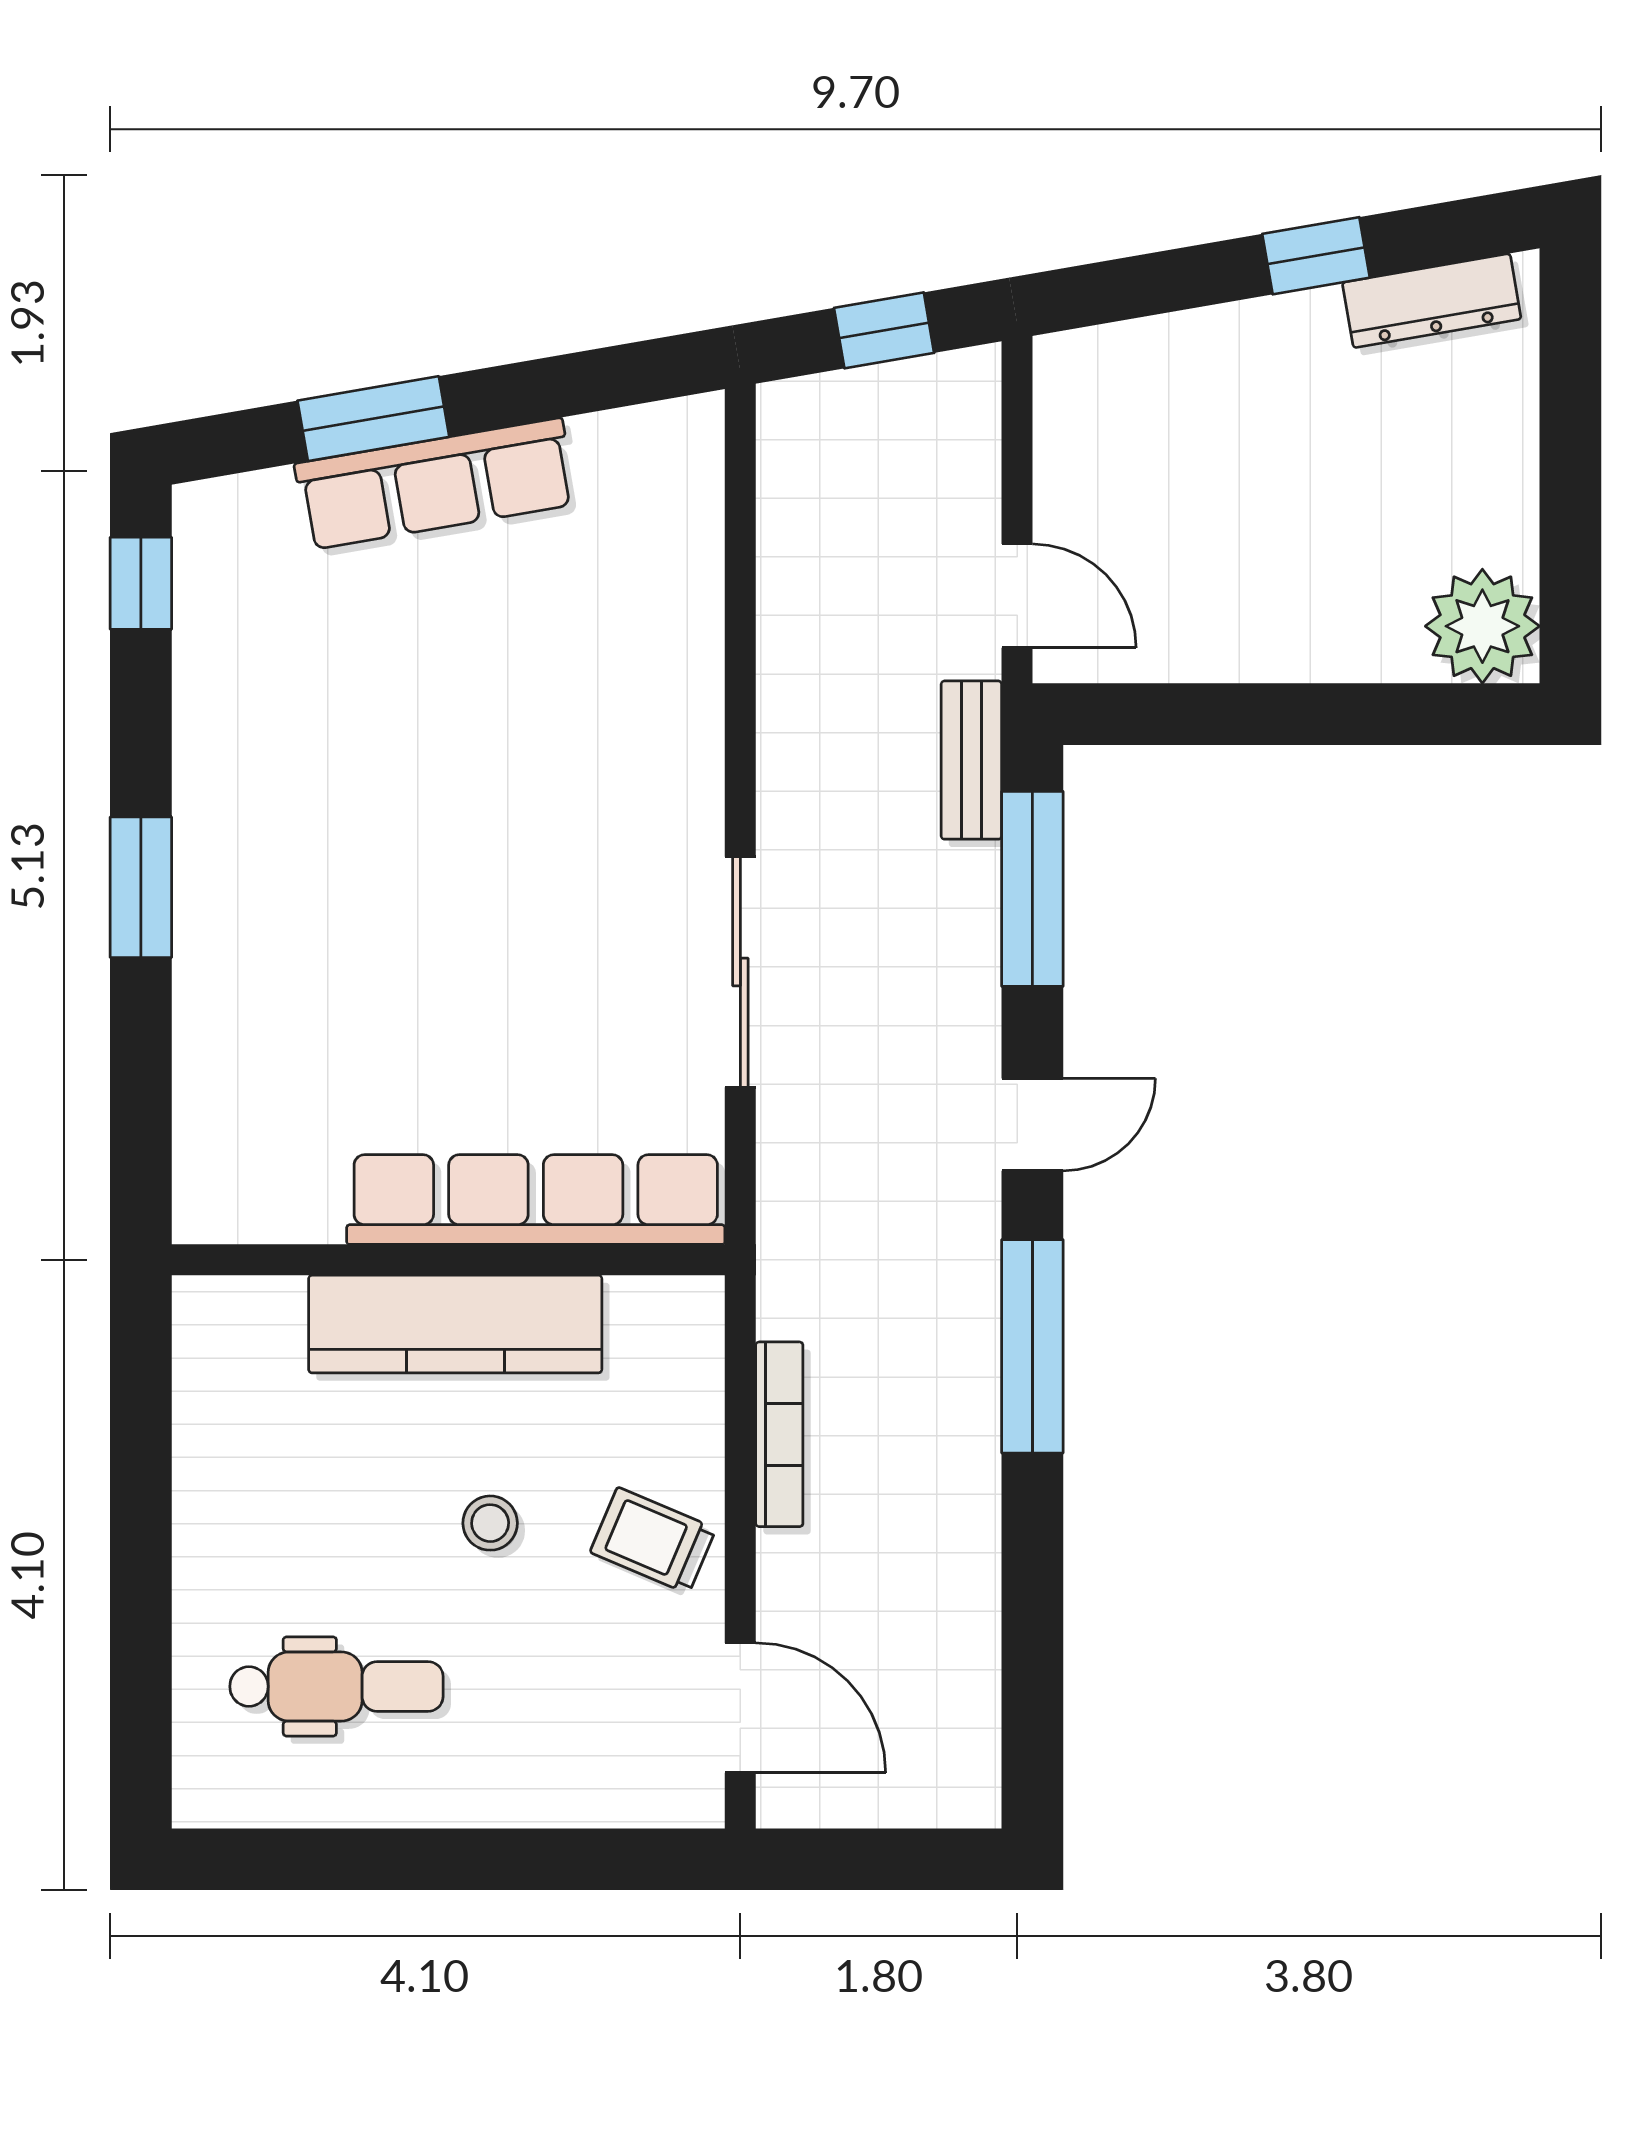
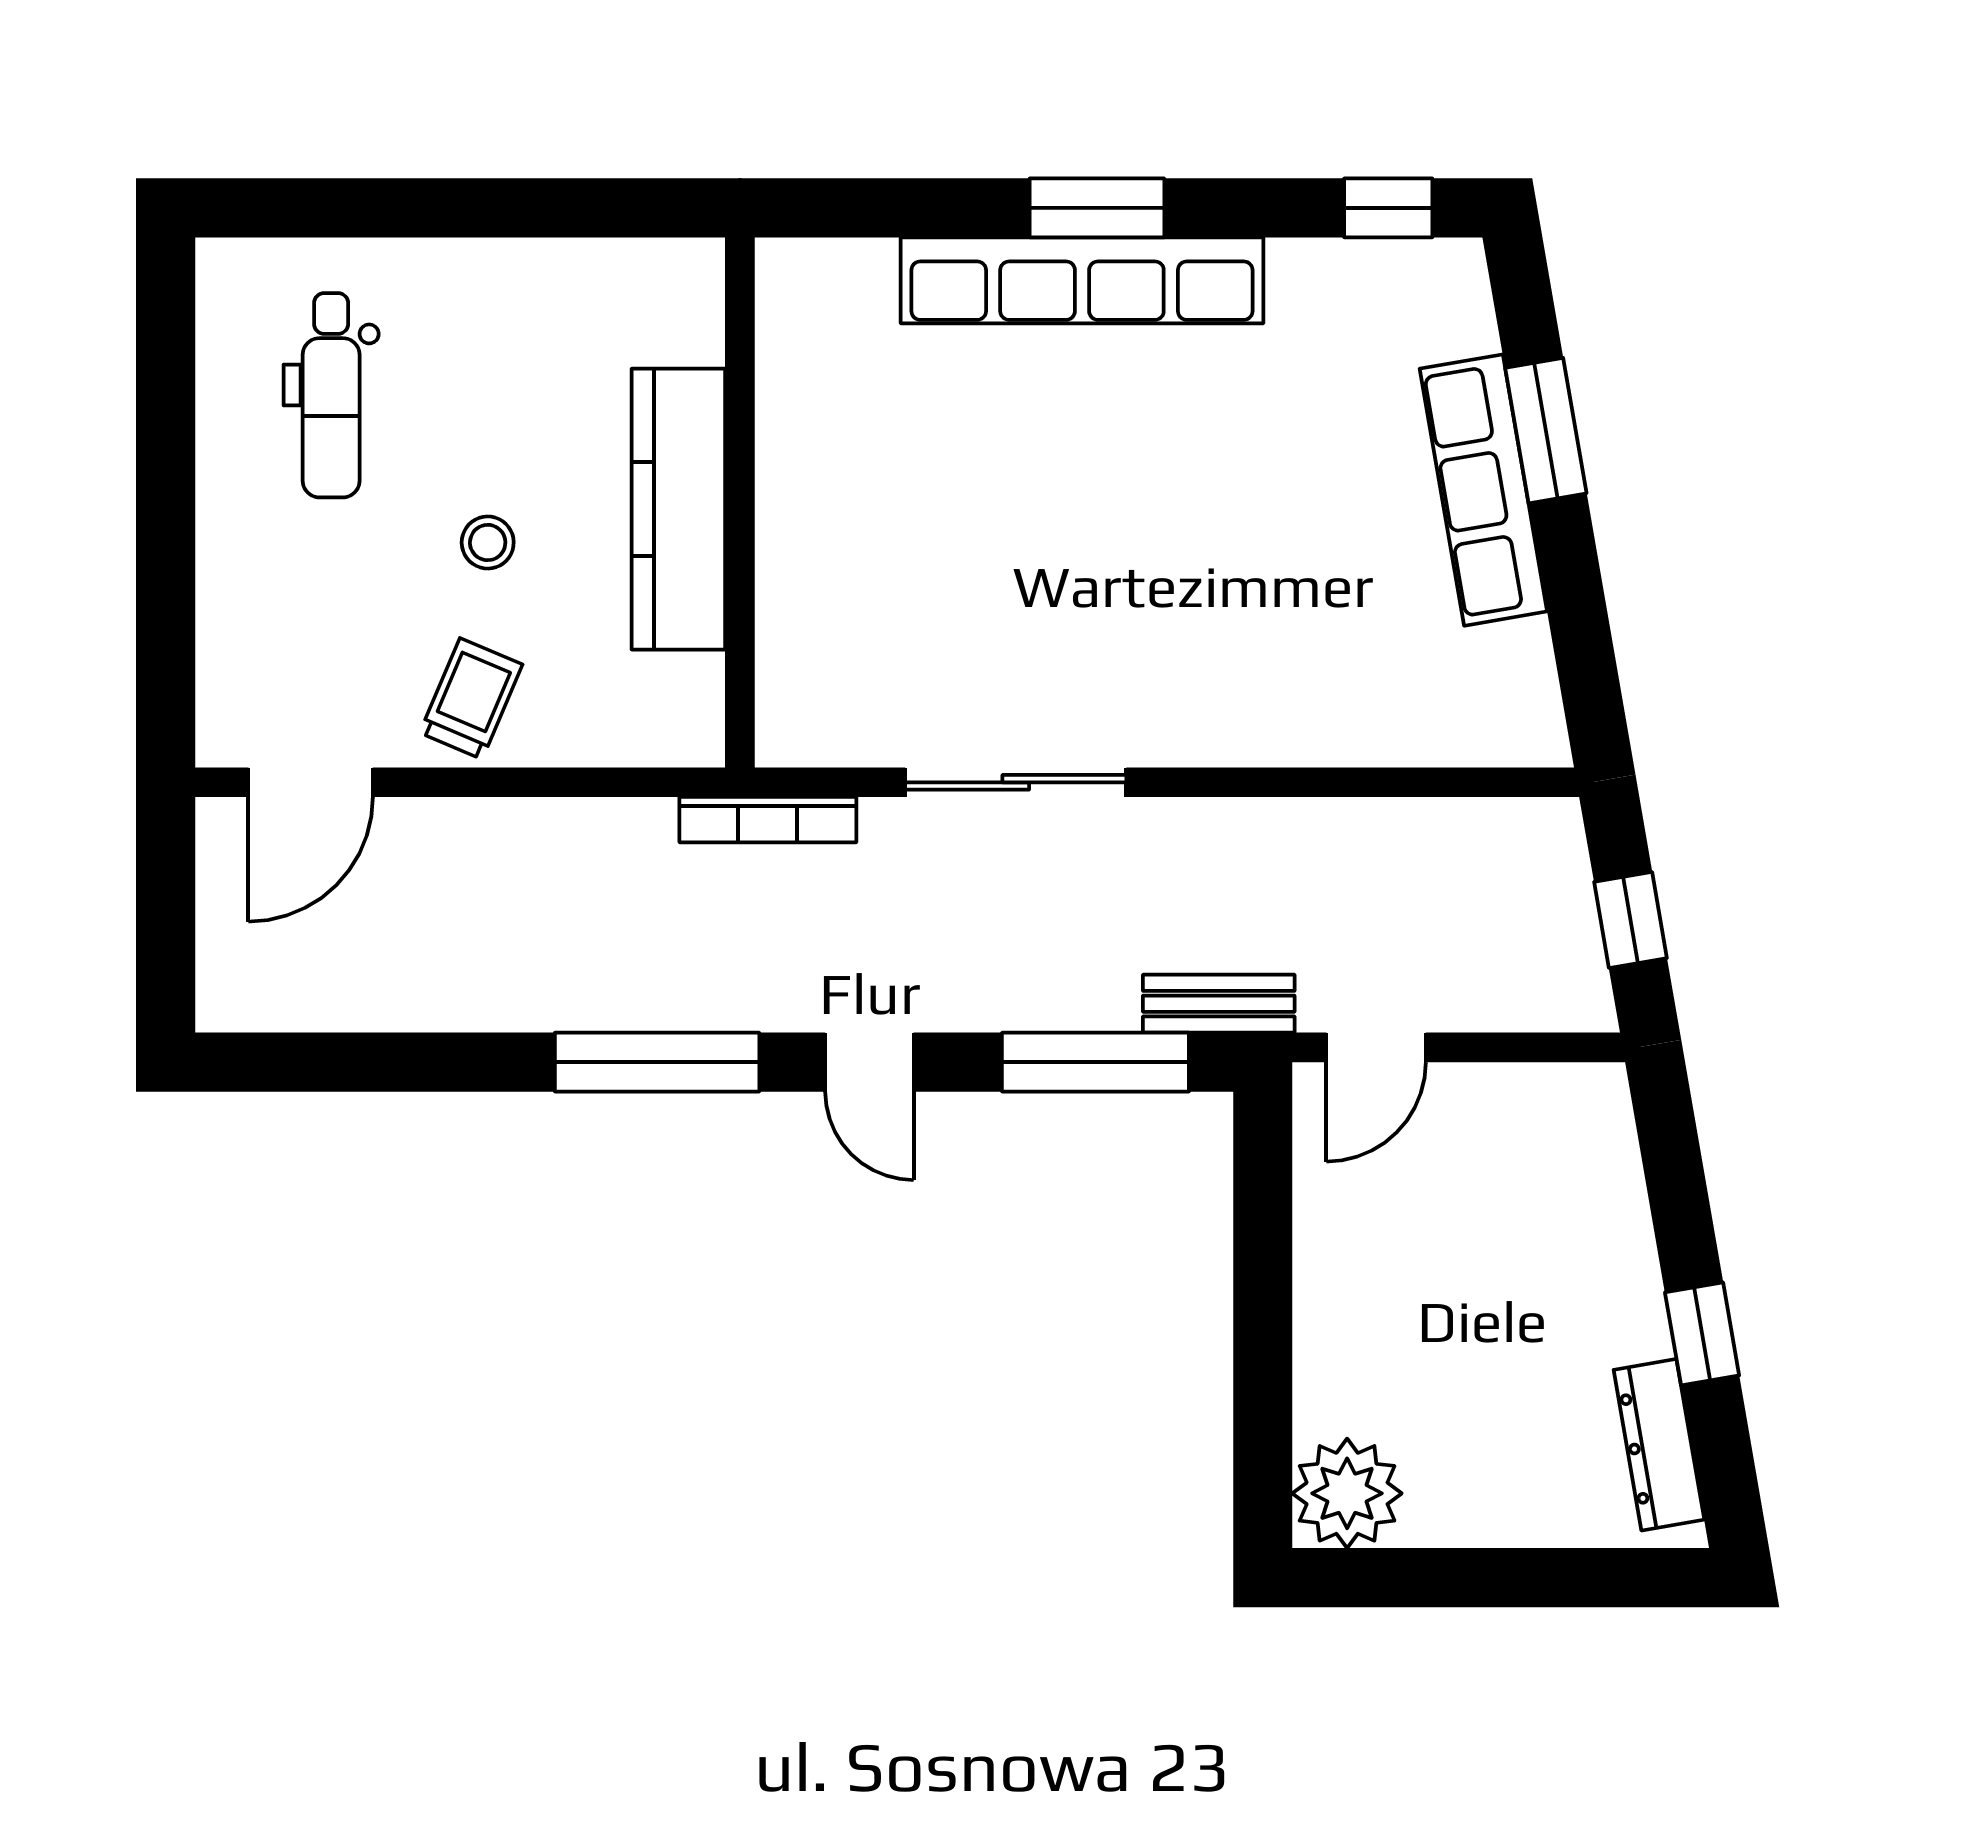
row of seats: (536, 1200) -> (1082, 280), moved, turned 90
bookcase: (779, 1434) -> (768, 820), moved

